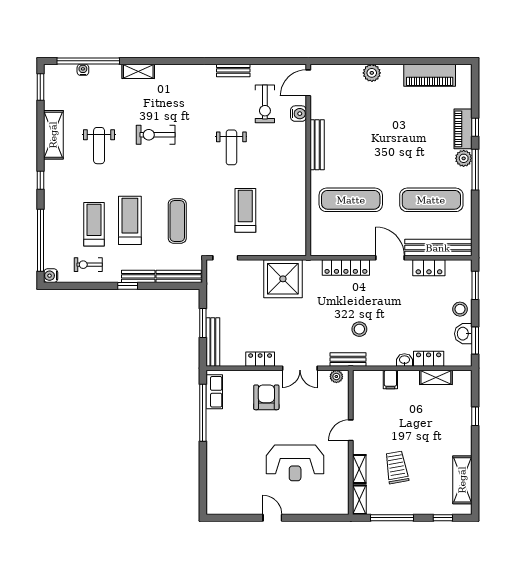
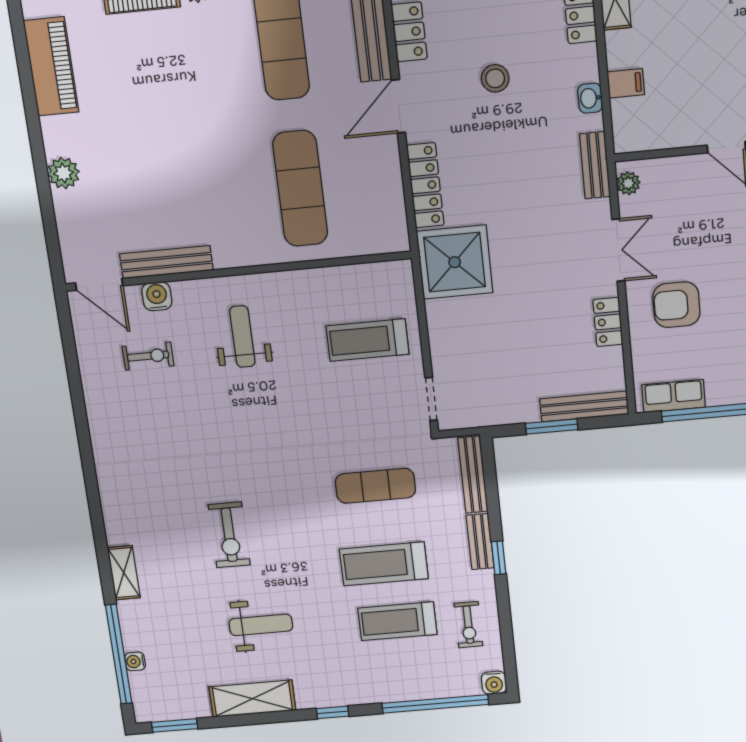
bench: (233, 70) -> (97, 415), removed
exercise bike: (265, 104) -> (148, 356), width x0.73, depth x0.72
bench: (317, 145) -> (166, 262), moved
weight bench: (231, 147) -> (242, 336), moved, turned -90
treadmill: (245, 210) -> (368, 340), moved
shower: (283, 279) -> (455, 262), moved
stool: (359, 329) -> (495, 78), moved
washbasin: (404, 360) -> (590, 98), moved

